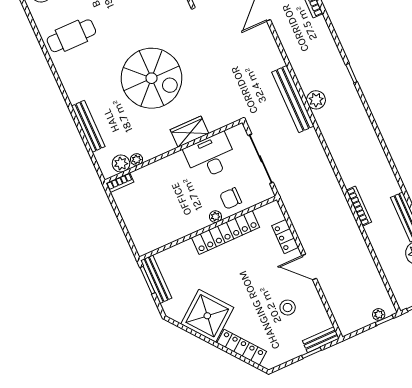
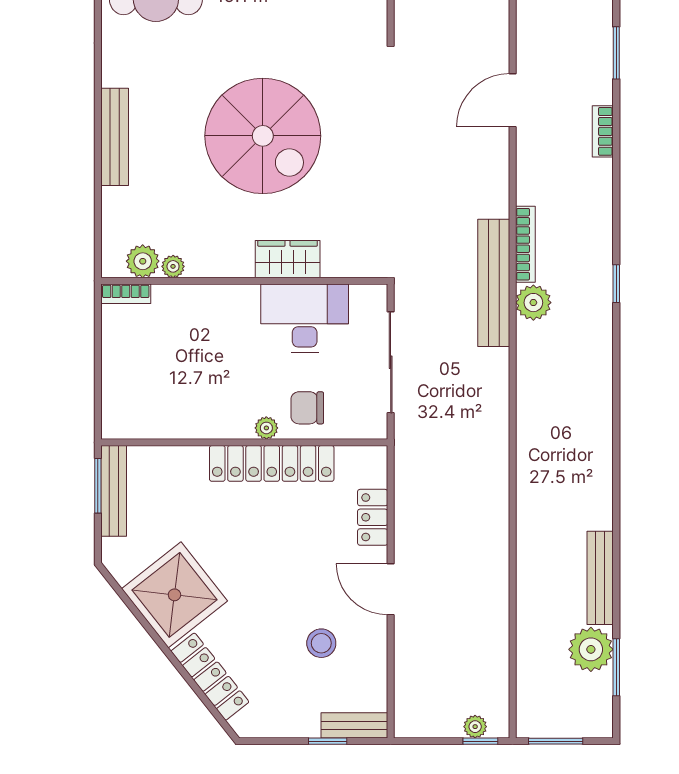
bench: (88, 126) -> (115, 137), moved
bookcase: (359, 206) -> (525, 244), moved

